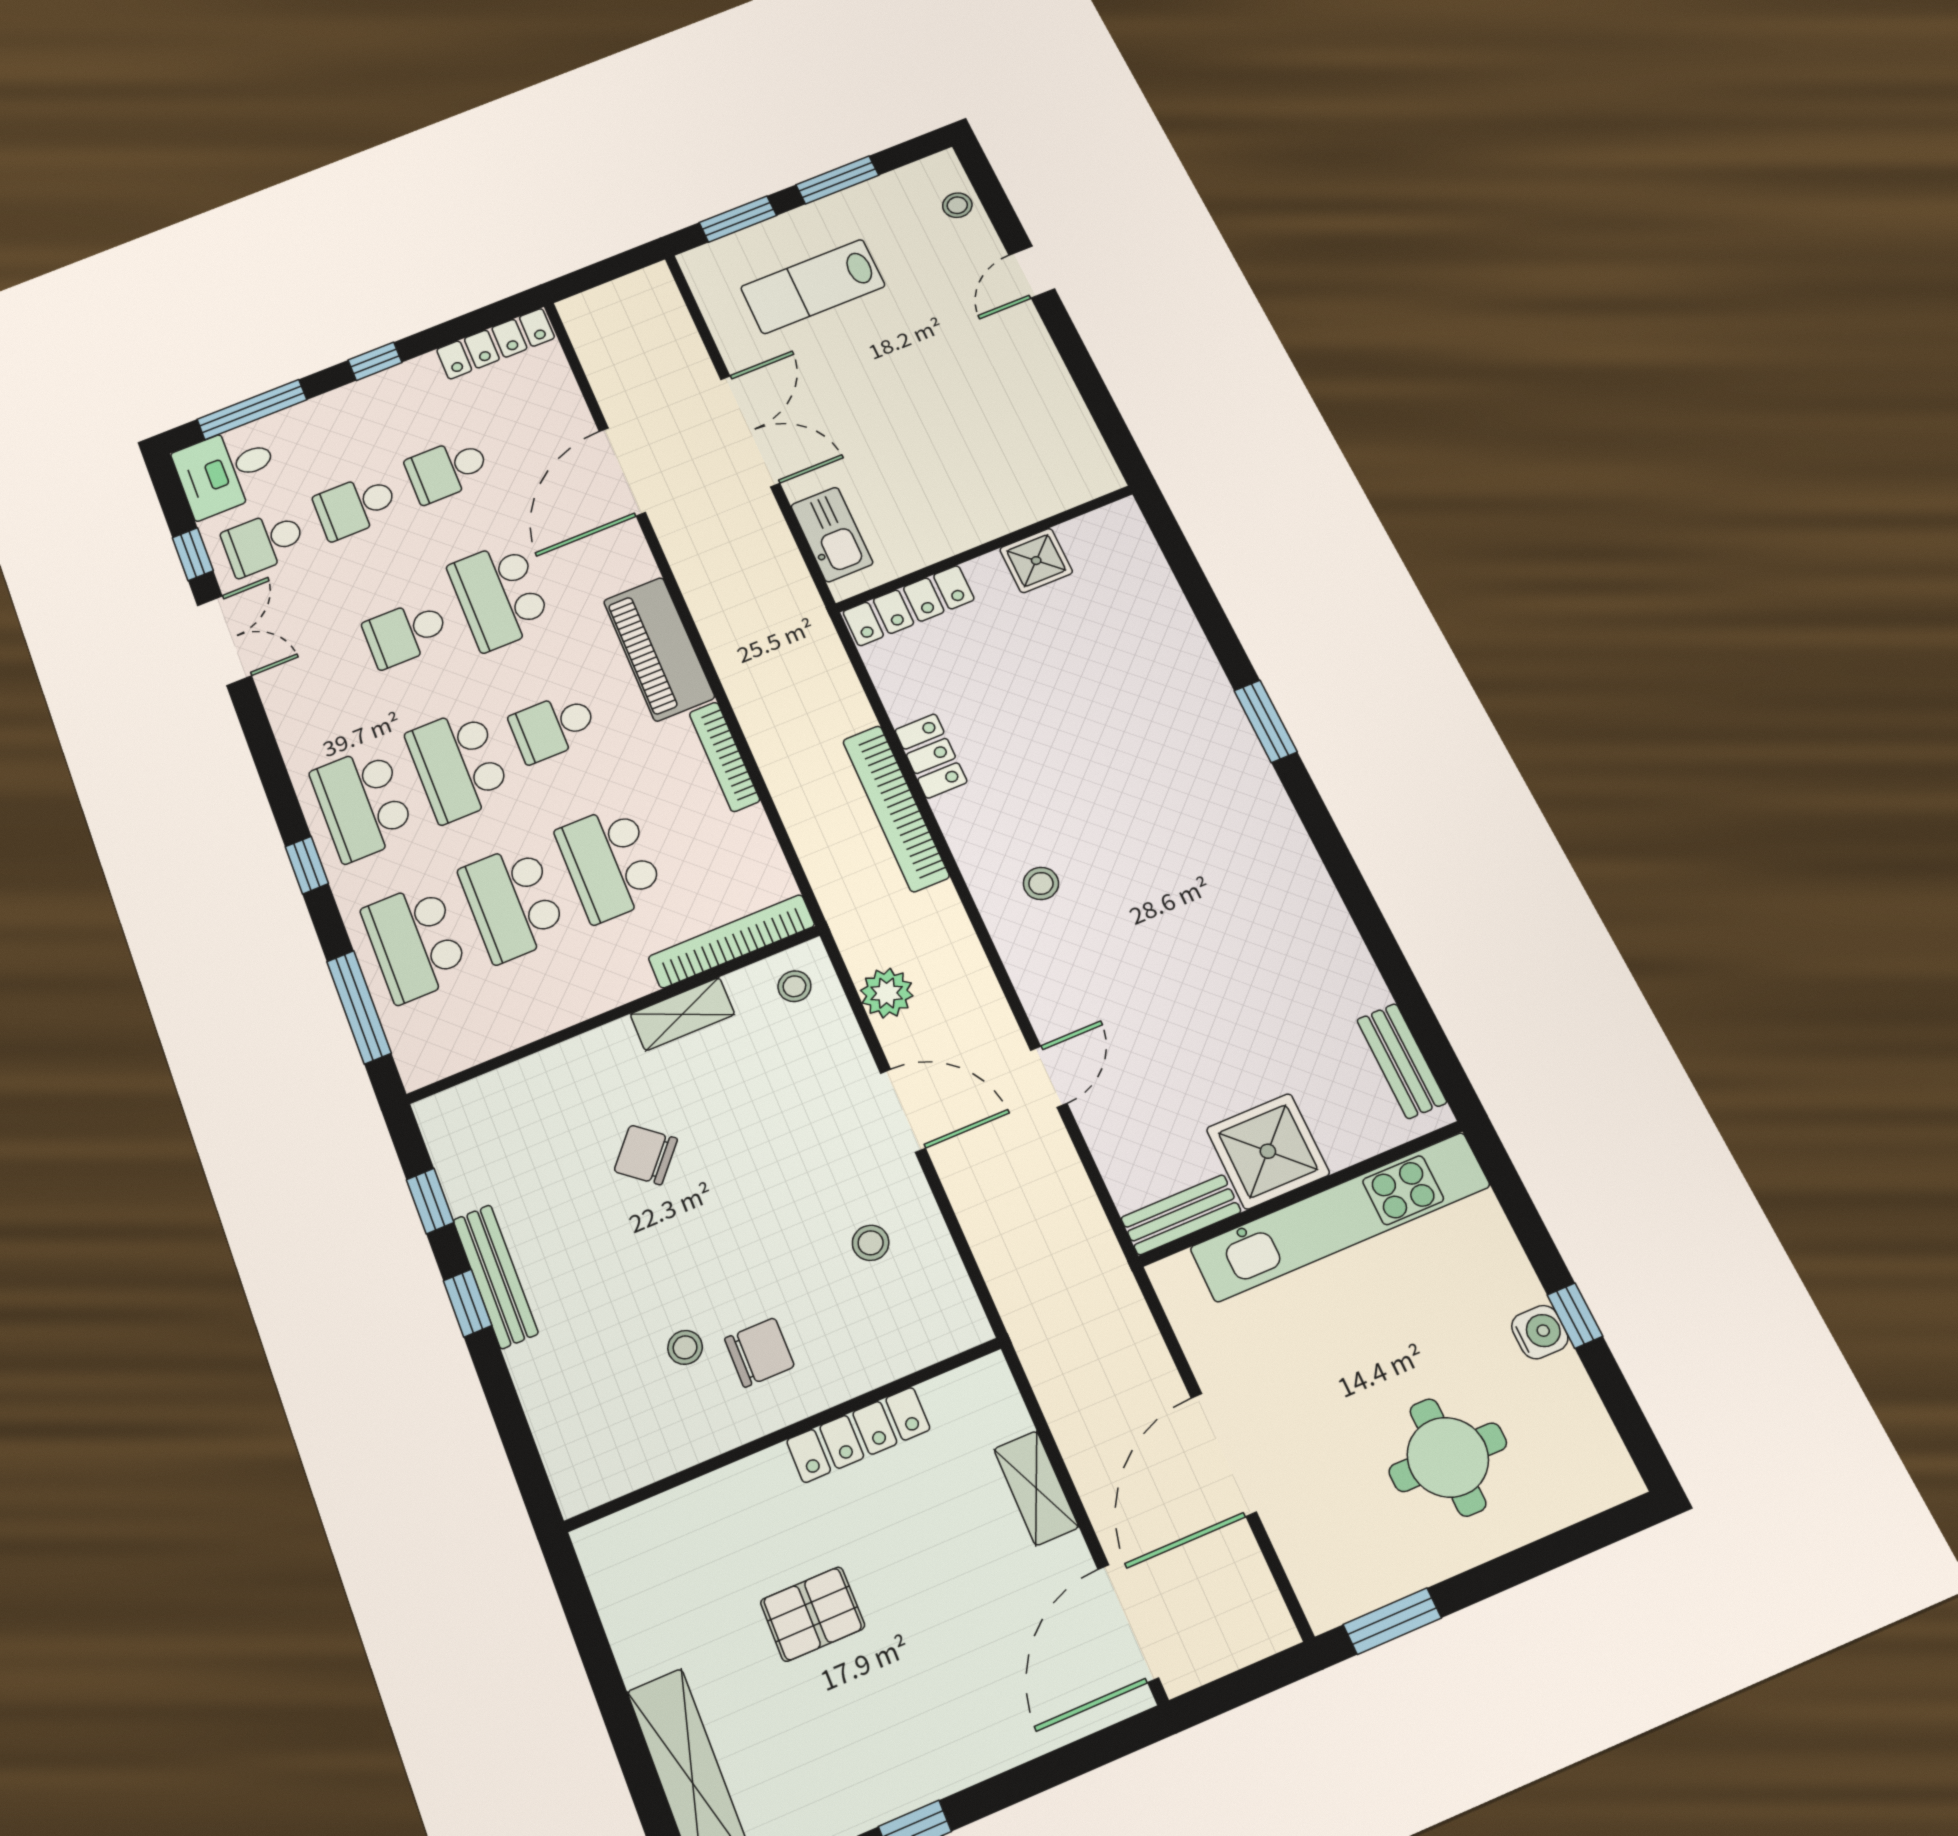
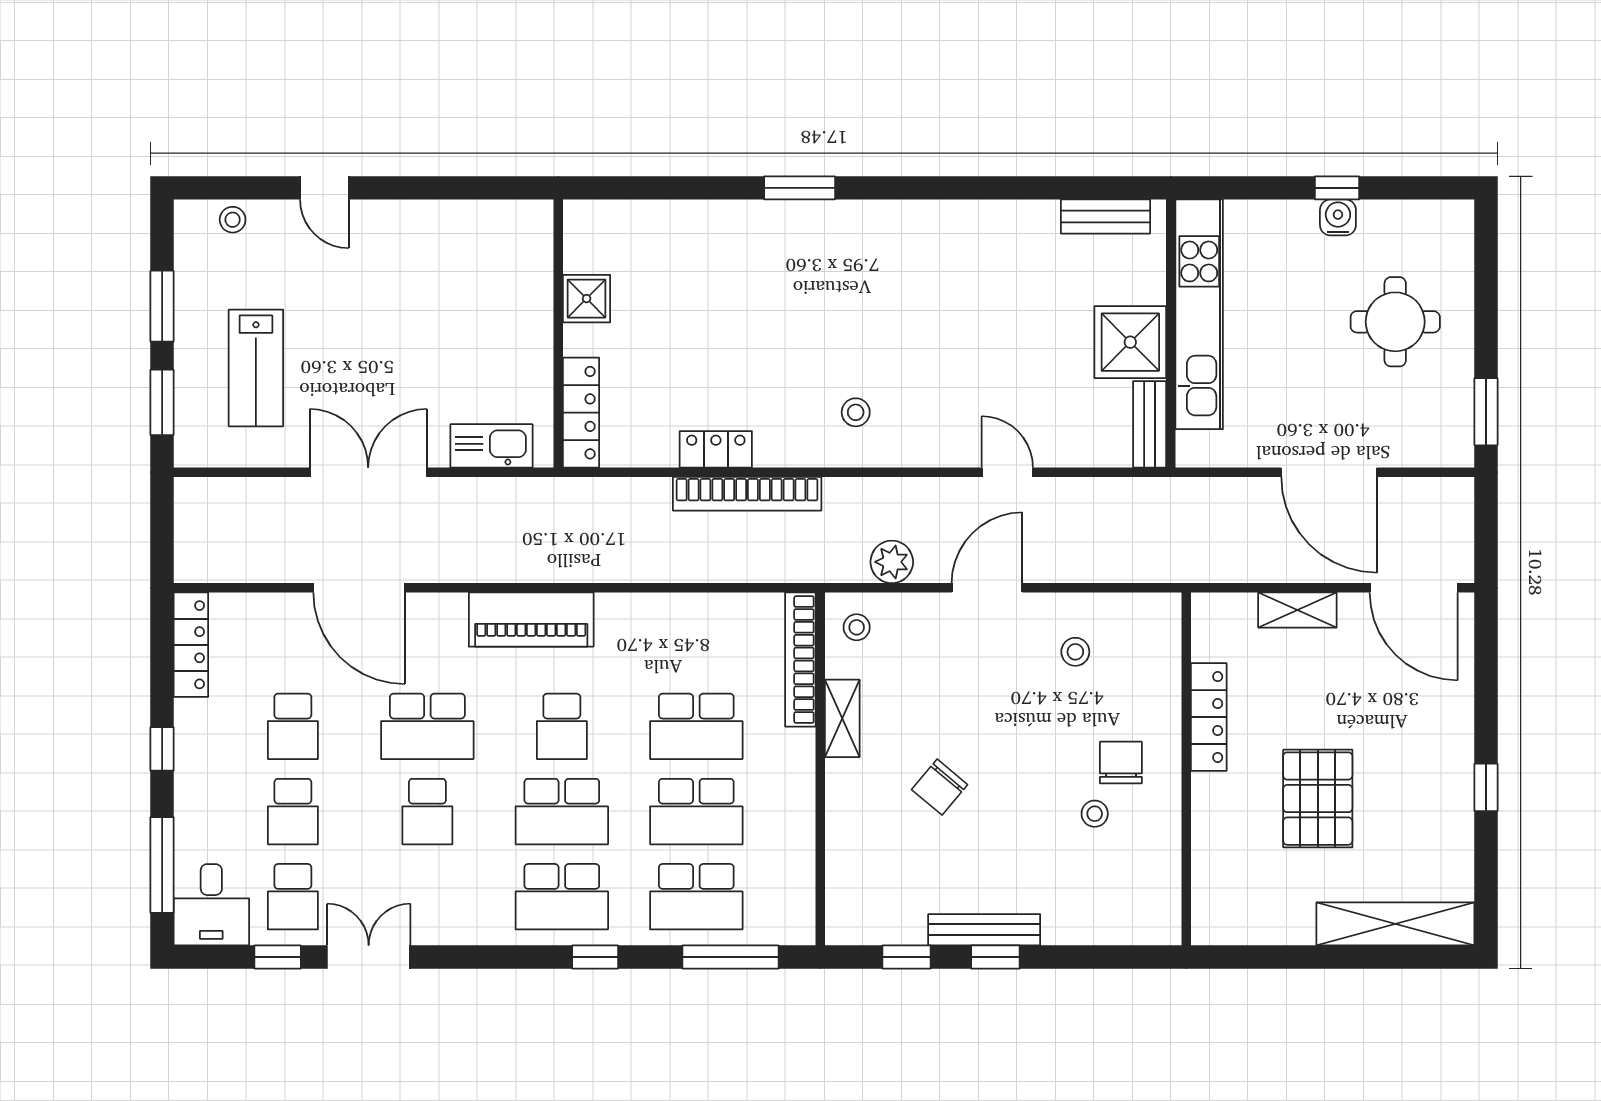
bookcase: (724, 757) -> (646, 605), removed
pallet: (813, 1614) -> (1318, 799), width x1.50, depth x1.42

